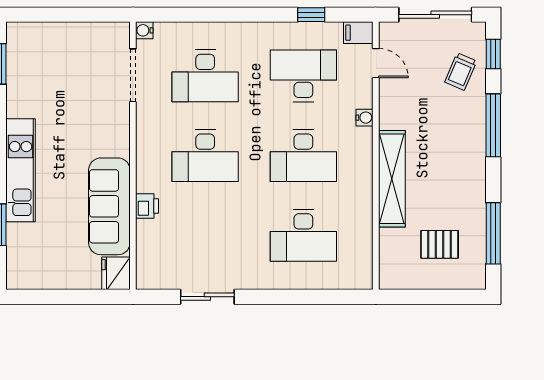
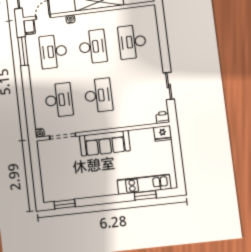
window: (311, 15) -> (23, 51), width x2.17
kitchen unit: (21, 170) -> (144, 184), moved
sofa: (109, 206) -> (105, 143), moved
printer: (147, 206) -> (163, 117), moved
desk: (303, 235) -> (132, 42), turned 180

